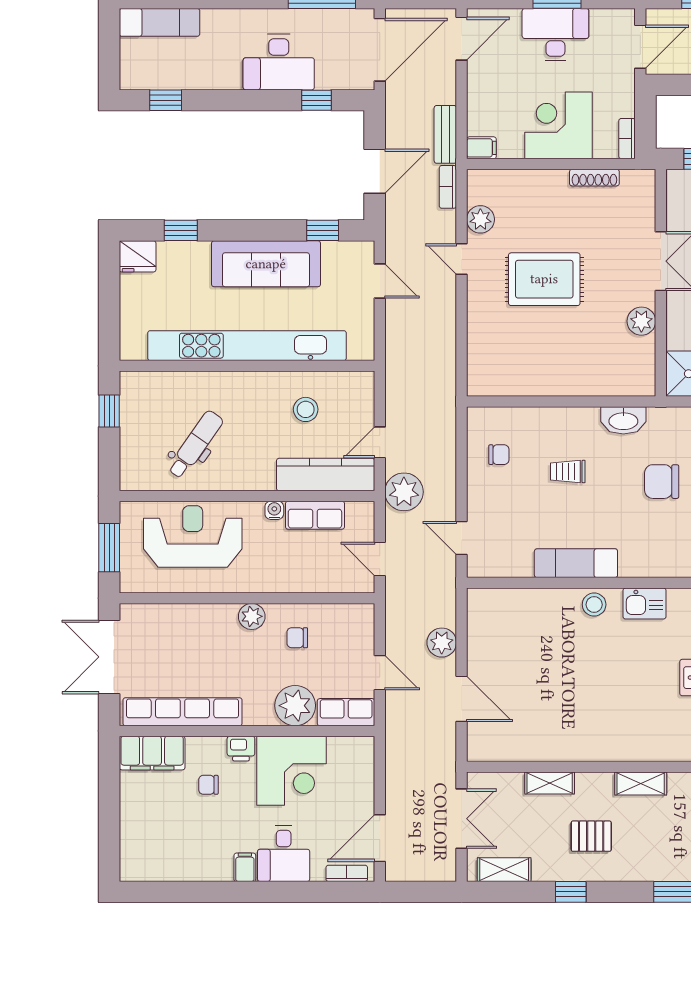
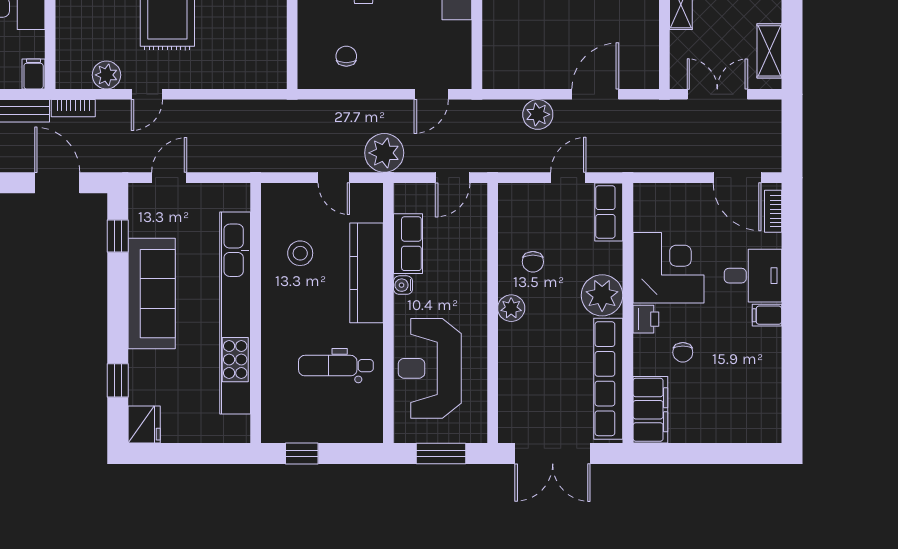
dental chair: (195, 445) -> (336, 366), turned -35
kitchen counter: (326, 475) -> (367, 273), moved
plant: (295, 706) -> (602, 295), moved

